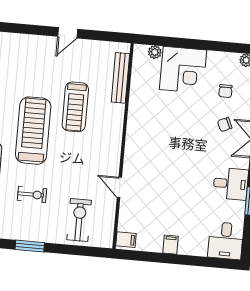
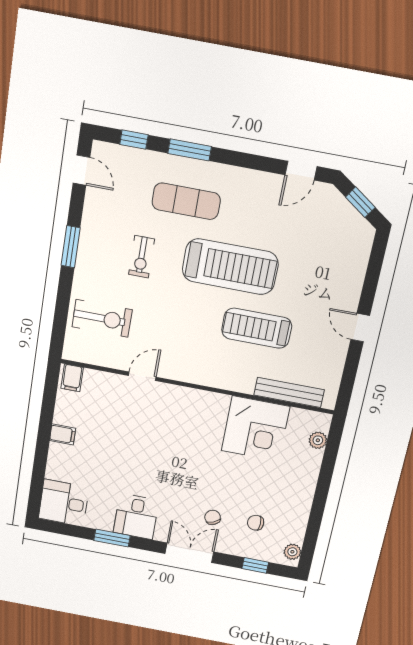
corner desk: (183, 70) -> (255, 429), moved, turned -90

